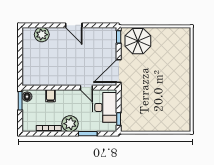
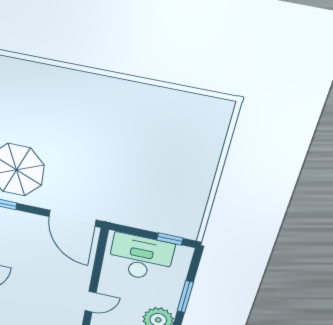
door: (86, 88) -> (91, 302), moved

